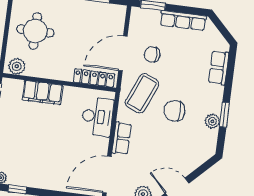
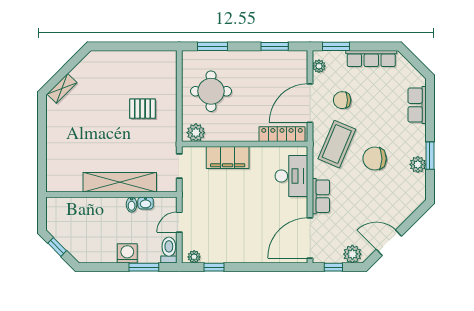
plant: (135, 21) -> (319, 66), added

